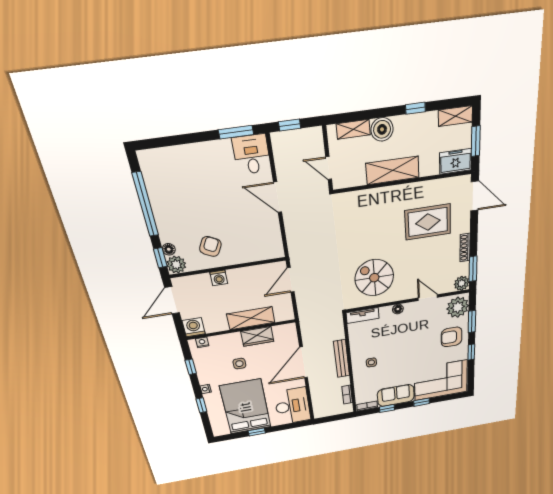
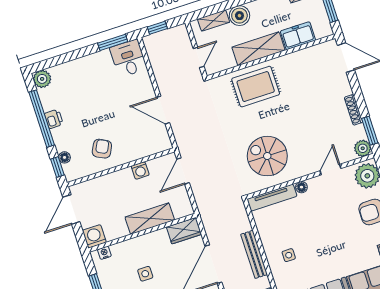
freezer: (456, 161) -> (298, 36), moved
door: (329, 168) -> (199, 57), swing flipped
door: (278, 197) -> (163, 110), moved
printer: (159, 207) -> (54, 119), added
rug: (428, 222) -> (256, 87), moved
plant: (176, 265) -> (42, 79), moved
washing machine: (219, 278) -> (140, 170), moved
door: (428, 298) -> (330, 170), hinge flipped
tv unit: (363, 316) -> (272, 198), width x1.41
wardrobe: (257, 336) -> (184, 231), moved

